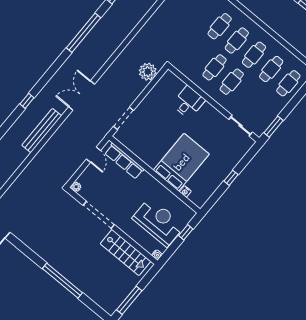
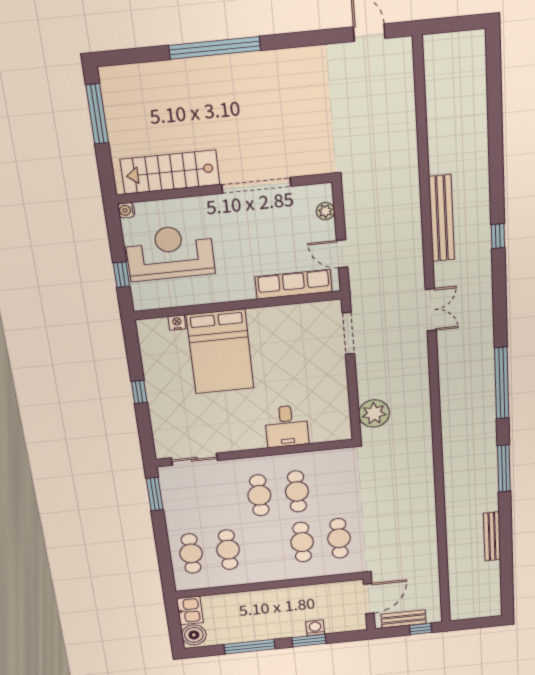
cafe table: (254, 55) -> (265, 546), removed
double door: (82, 95) -> (431, 310), width x0.73
plant: (76, 187) -> (325, 211), moved
reception desk: (158, 222) -> (170, 253), turned 180

